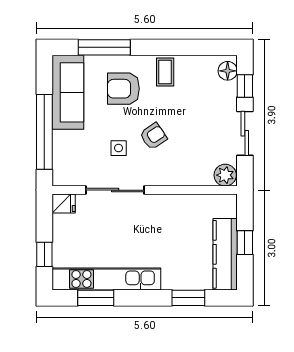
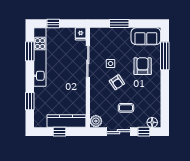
coffee table: (165, 72) -> (126, 108), moved
sofa: (68, 92) -> (146, 36), width x0.73
window: (44, 132) -> (119, 24), width x0.47
kitchen counter: (225, 254) -> (66, 121), moved

